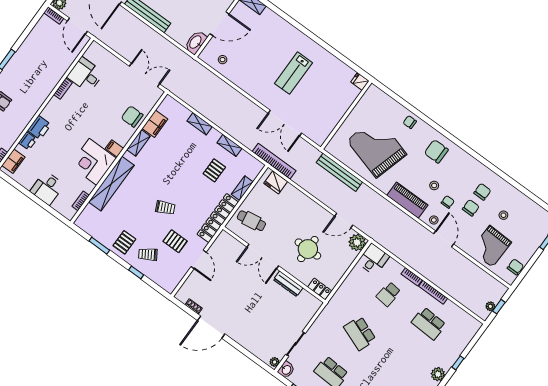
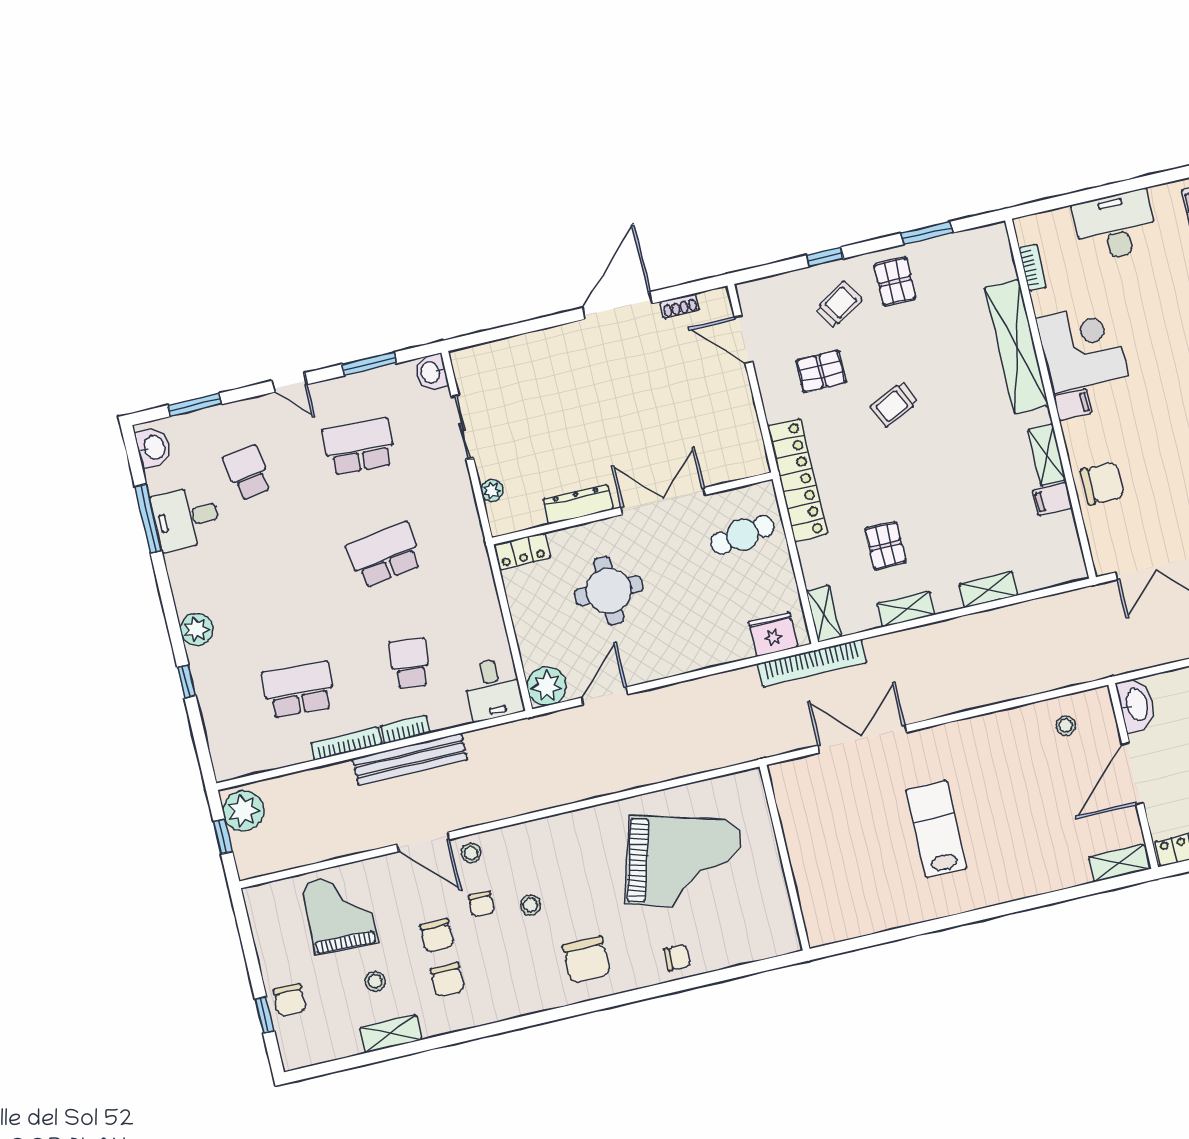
fridge: (360, 81) -> (822, 932), removed
filing cabinet: (155, 124) -> (1052, 499), width x0.50
chair: (436, 151) -> (587, 960), turned 90
bench: (339, 172) -> (410, 759), moved
desk: (47, 188) -> (1115, 226), width x1.37
shelving: (242, 188) -> (824, 614), moved
shelving: (516, 195) -> (391, 1034), added
piano: (407, 200) -> (545, 837), removed
door: (199, 259) -> (743, 339), moved
chair: (515, 267) -> (290, 1000), moved
plant: (490, 306) -> (243, 811), width x1.87, depth x1.87
school desk: (360, 333) -> (384, 555), turned -30
plant: (275, 362) -> (492, 490), moved

